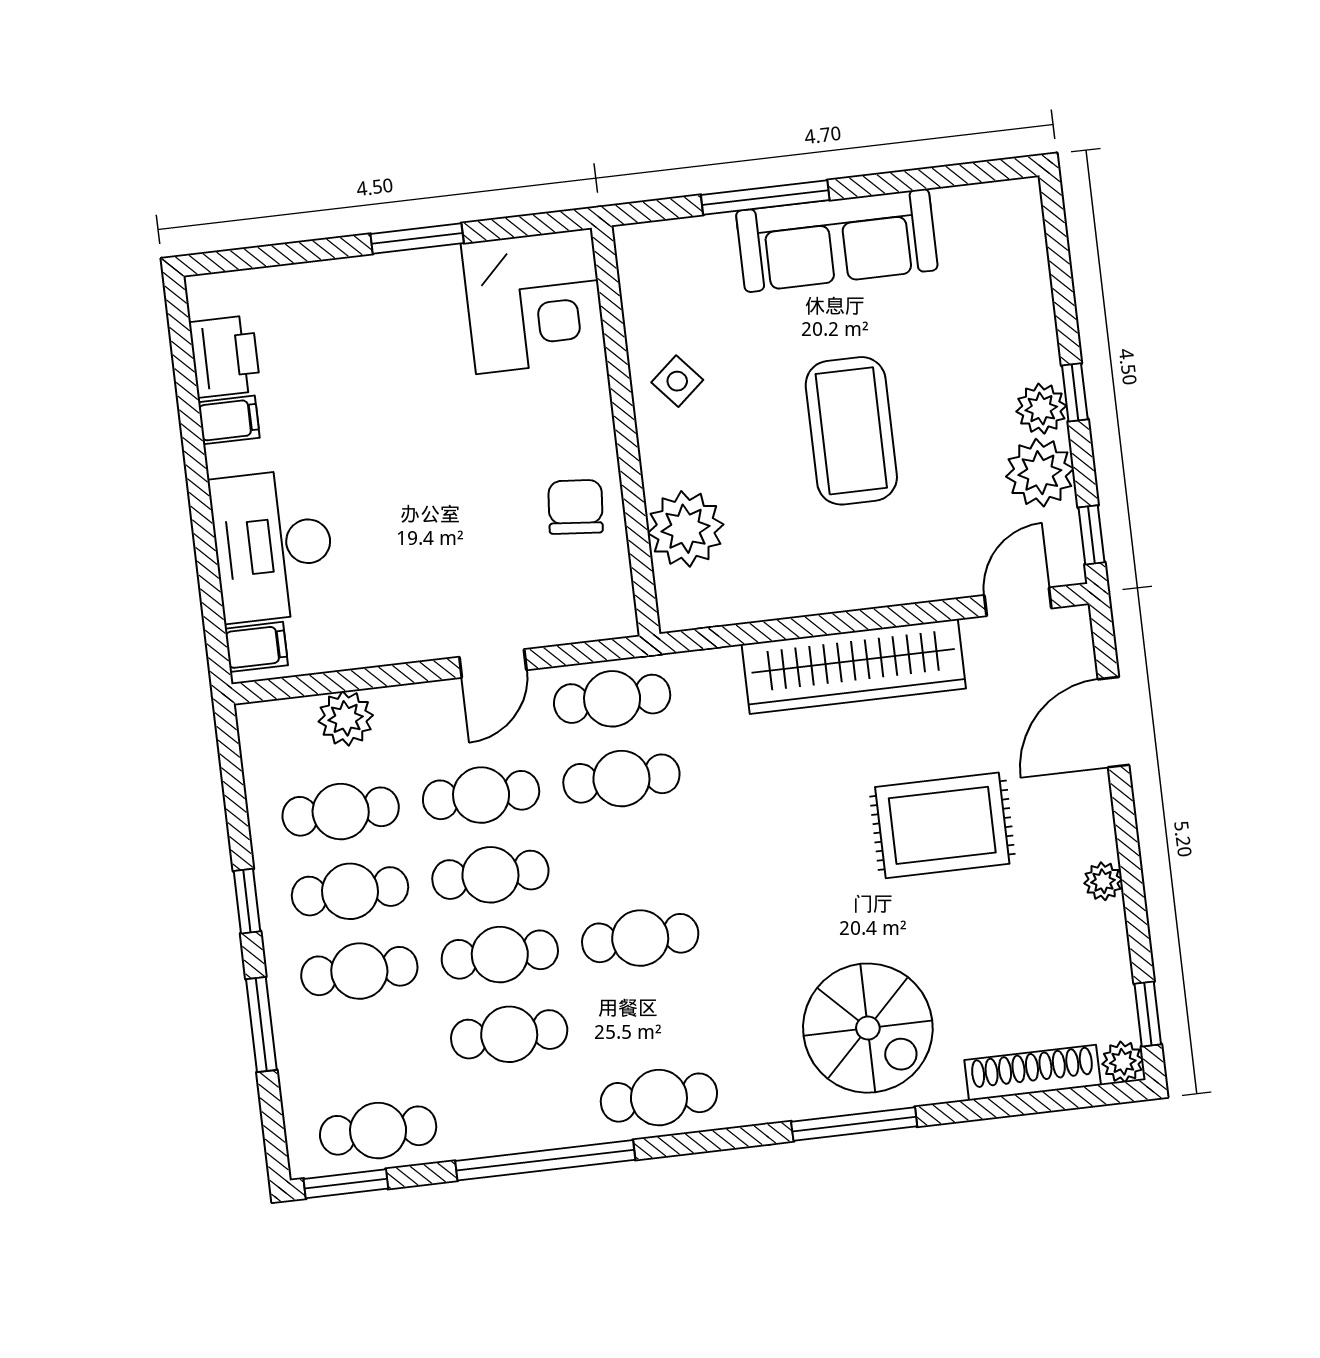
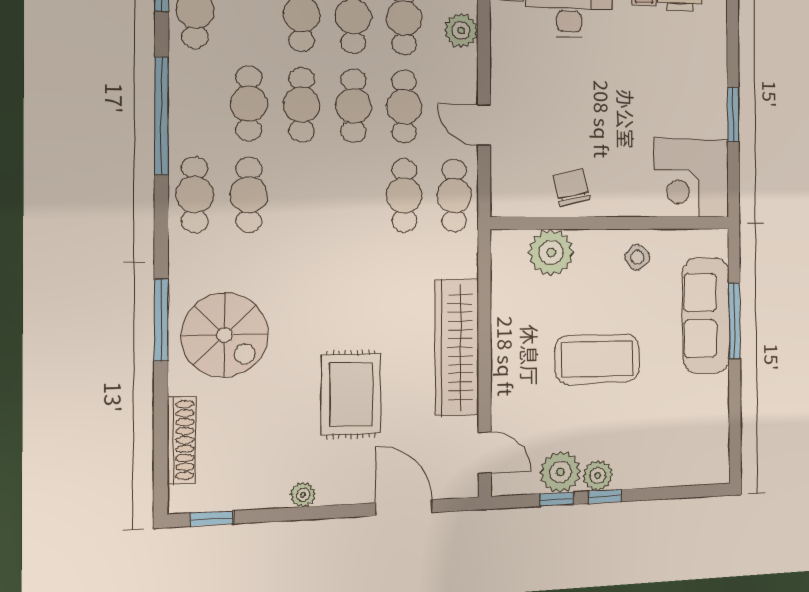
sofa: (837, 240) -> (706, 315), moved
chair: (576, 507) -> (571, 187), turned -108
window: (1092, 535) -> (557, 499), moved
cafe table: (640, 938) -> (249, 195), moved
spiral stairs: (868, 1028) -> (225, 335), turned -90
plant: (1123, 1062) -> (181, 500), removed

